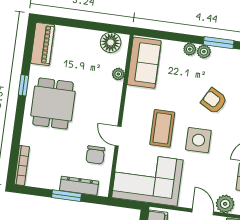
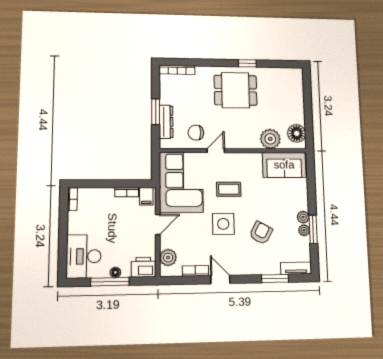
piano: (43, 44) -> (285, 75), removed
plant: (190, 49) -> (304, 230), moved
plant: (118, 74) -> (270, 139), width x1.88, depth x1.88
coffee table: (162, 128) -> (229, 189), width x0.73, depth x0.77
door: (203, 212) -> (158, 225), moved

